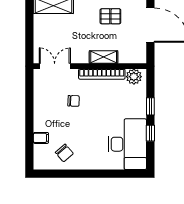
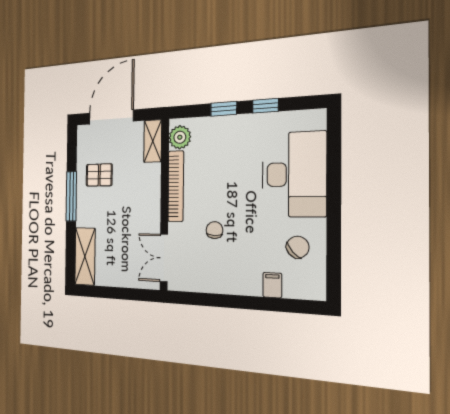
pallet: (110, 16) -> (99, 175), turned 90
shelving: (104, 57) -> (153, 141), moved
desk: (127, 144) -> (294, 174), moved, turned 90

